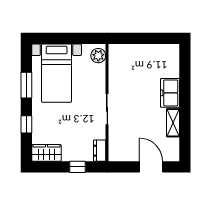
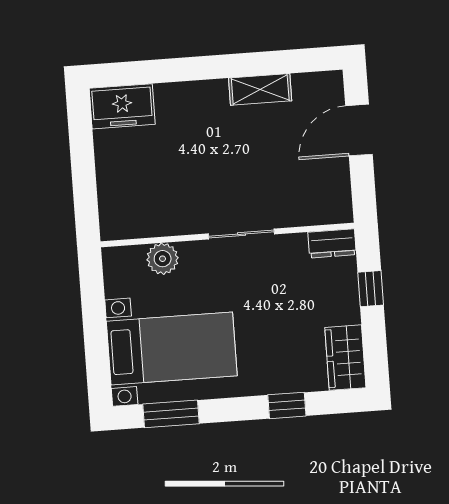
plant: (98, 56) -> (163, 259), moved
window: (26, 85) -> (171, 414), moved
freezer: (170, 93) -> (122, 106), moved

